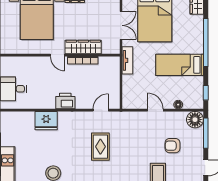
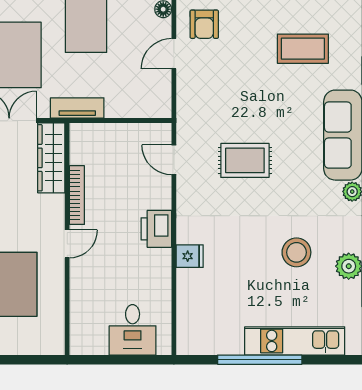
wardrobe: (83, 47) -> (51, 158), moved
fridge: (46, 121) -> (190, 256), width x0.53, depth x0.75
armchair: (172, 146) -> (204, 24), moved

